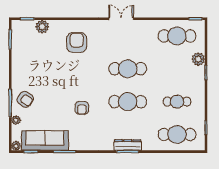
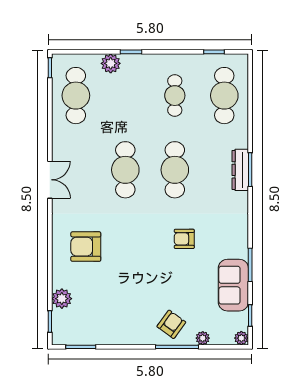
double door: (121, 19) -> (50, 180), swing flipped
armchair: (82, 108) -> (184, 239), turned 180
sofa: (45, 140) -> (233, 285), width x0.73

